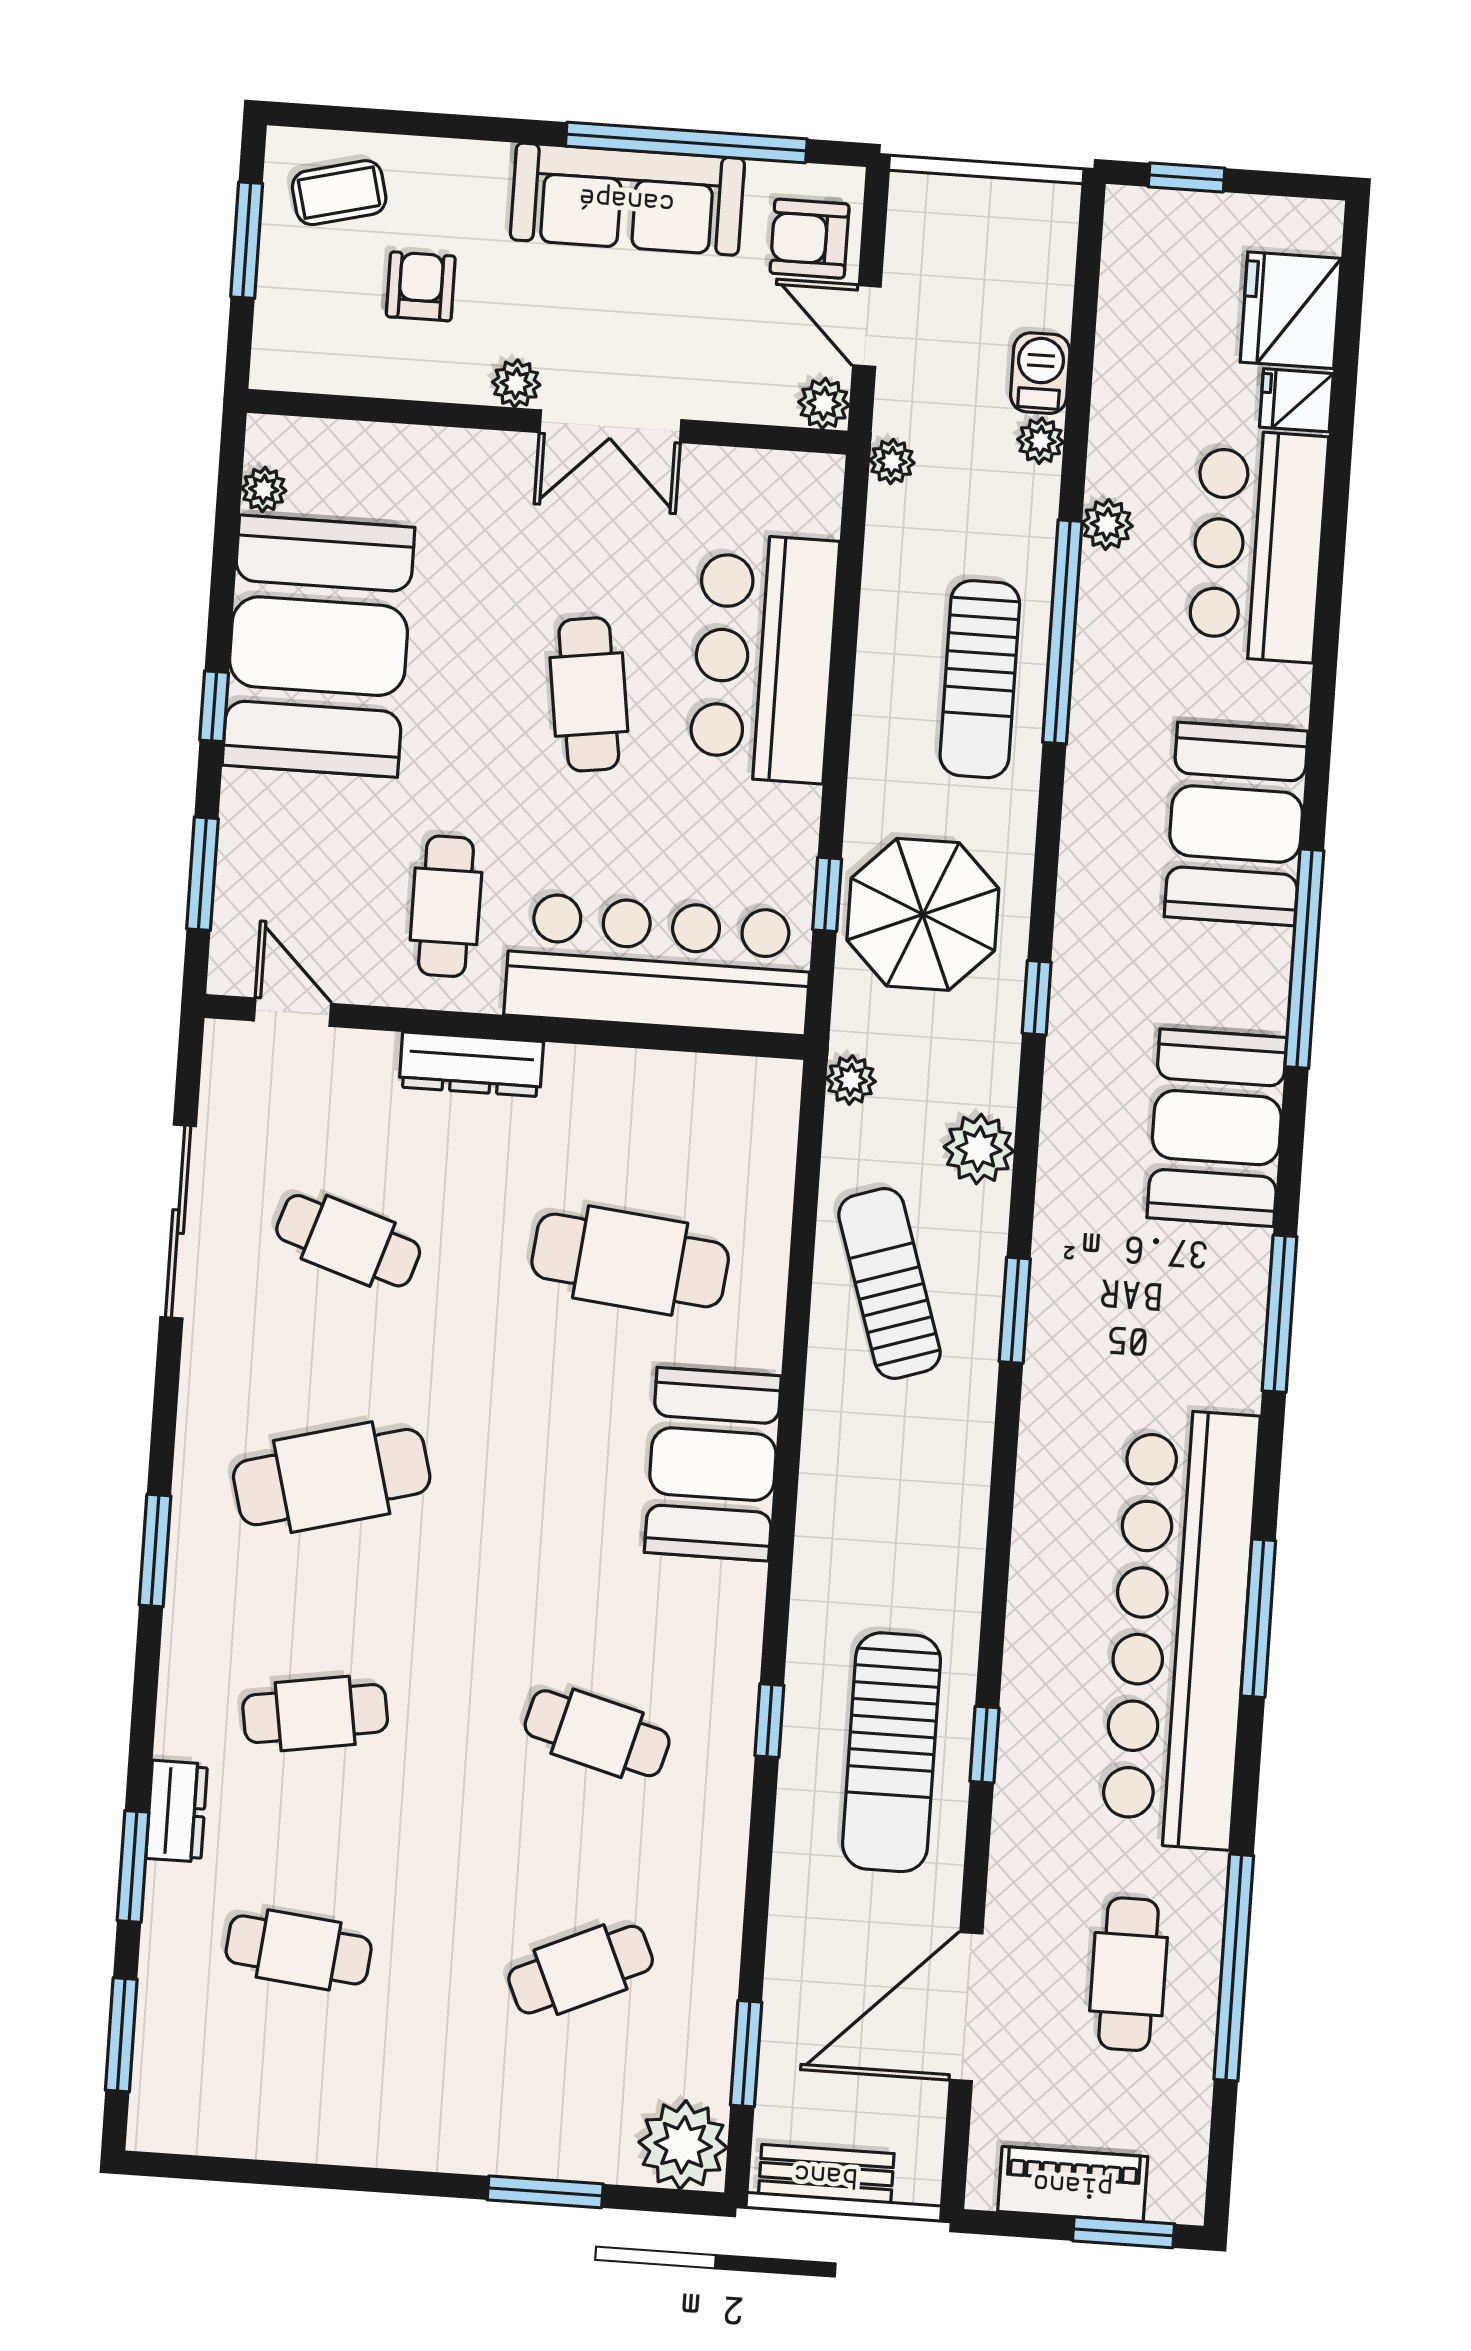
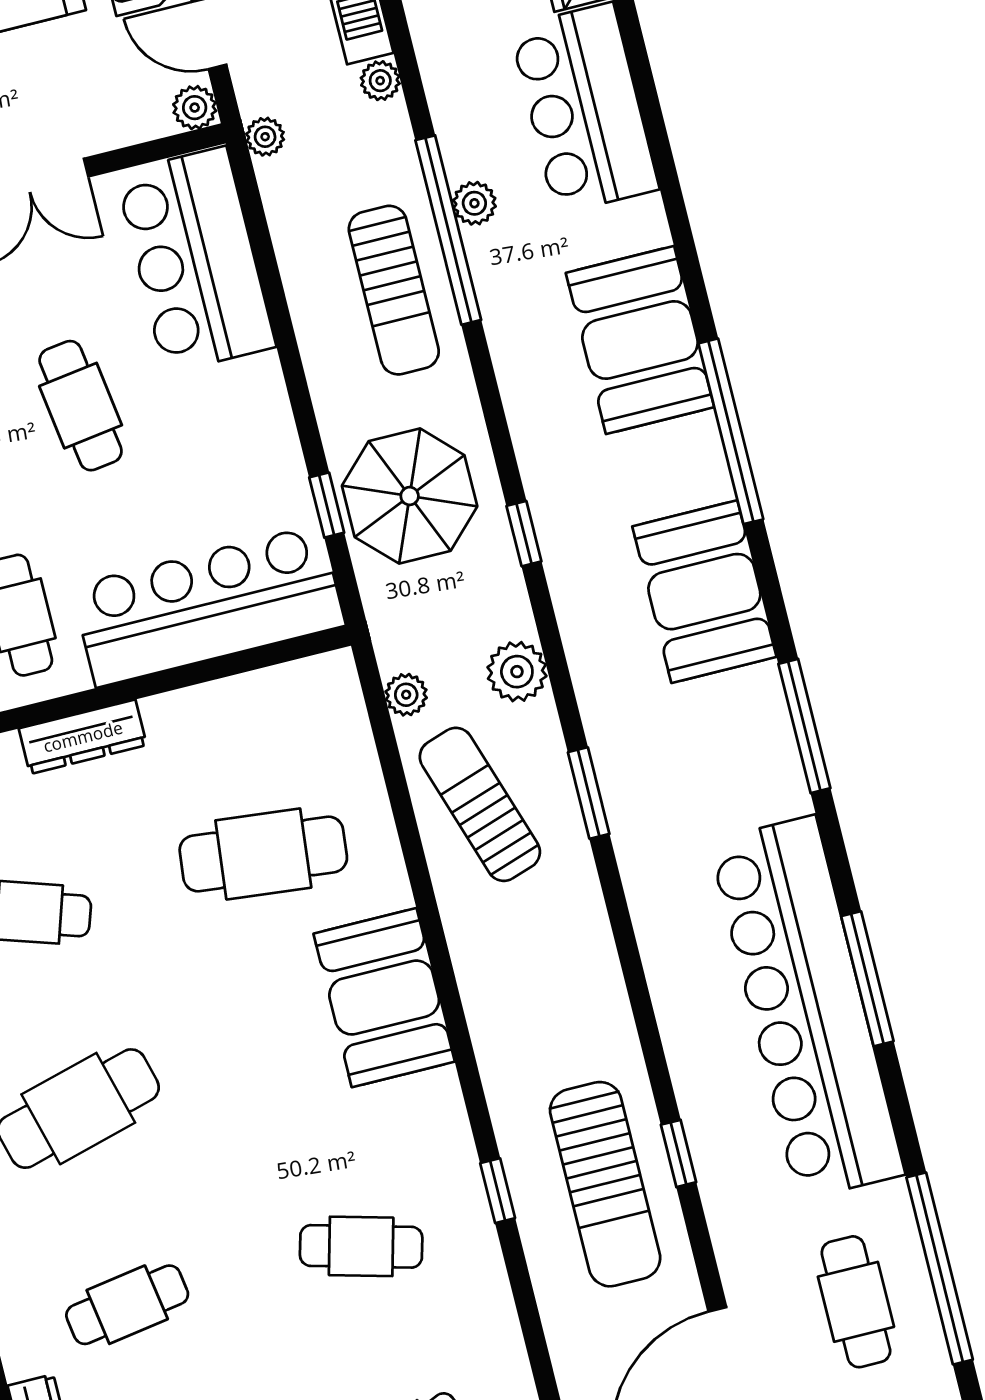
plant: (1107, 524) -> (474, 203), moved
bar counter: (764, 658) -> (196, 260), moved
plant: (851, 1080) -> (406, 695), moved

